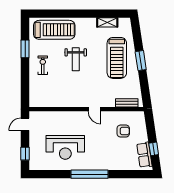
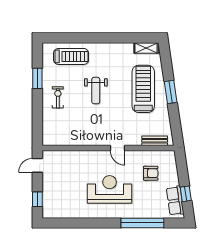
shelving: (107, 22) -> (146, 48), moved
treadmill: (54, 30) -> (71, 56), width x0.73, depth x0.73
treadmill: (117, 58) -> (143, 89), turned 180
reception desk: (65, 147) -> (110, 189), moved, turned 180
window: (89, 174) -> (142, 223), moved

